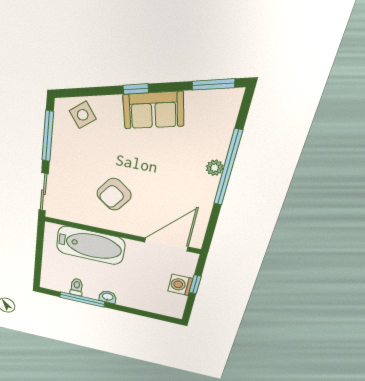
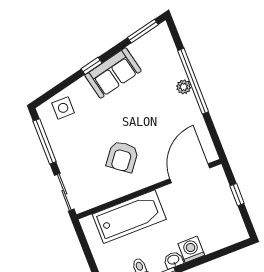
side table: (83, 115) -> (63, 108), turned 38
washing machine: (180, 285) -> (191, 249), moved, turned 90

